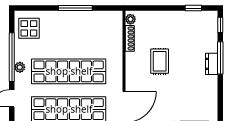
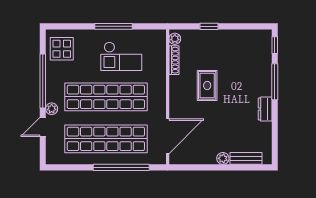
window: (193, 8) -> (209, 26), moved
checkout: (82, 35) -> (121, 56), added
dresser: (212, 64) -> (265, 109), moved
plant: (20, 67) -> (52, 109), moved

